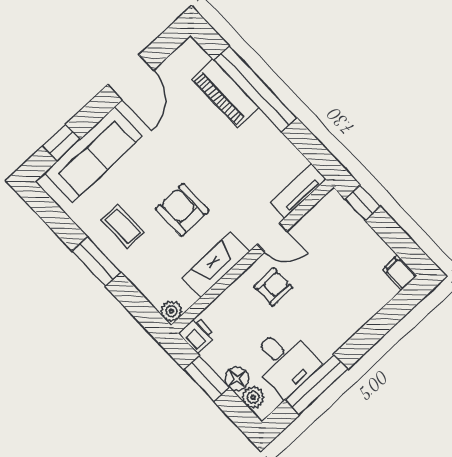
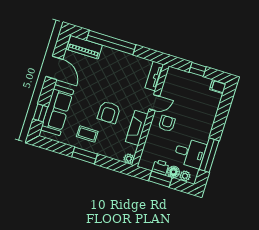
piano: (225, 93) -> (84, 47), moved
window: (363, 203) -> (198, 69), moved
armchair: (182, 210) -> (109, 112), turned -90
printer: (197, 335) -> (160, 167), moved

